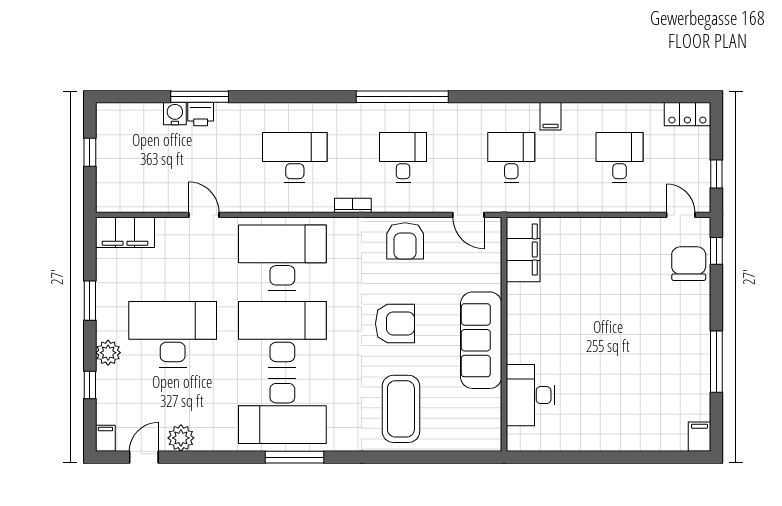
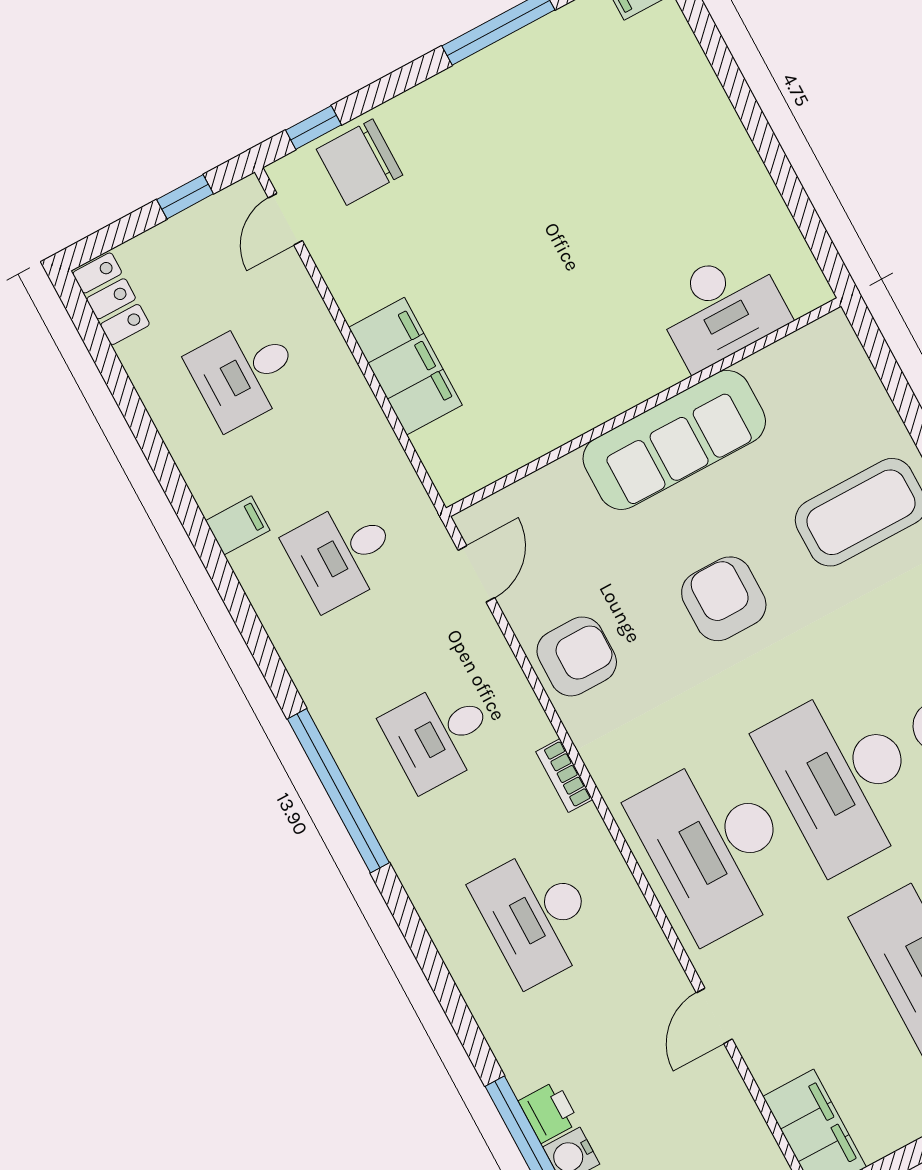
filing cabinet: (523, 249) -> (405, 366), moved, turned 90

